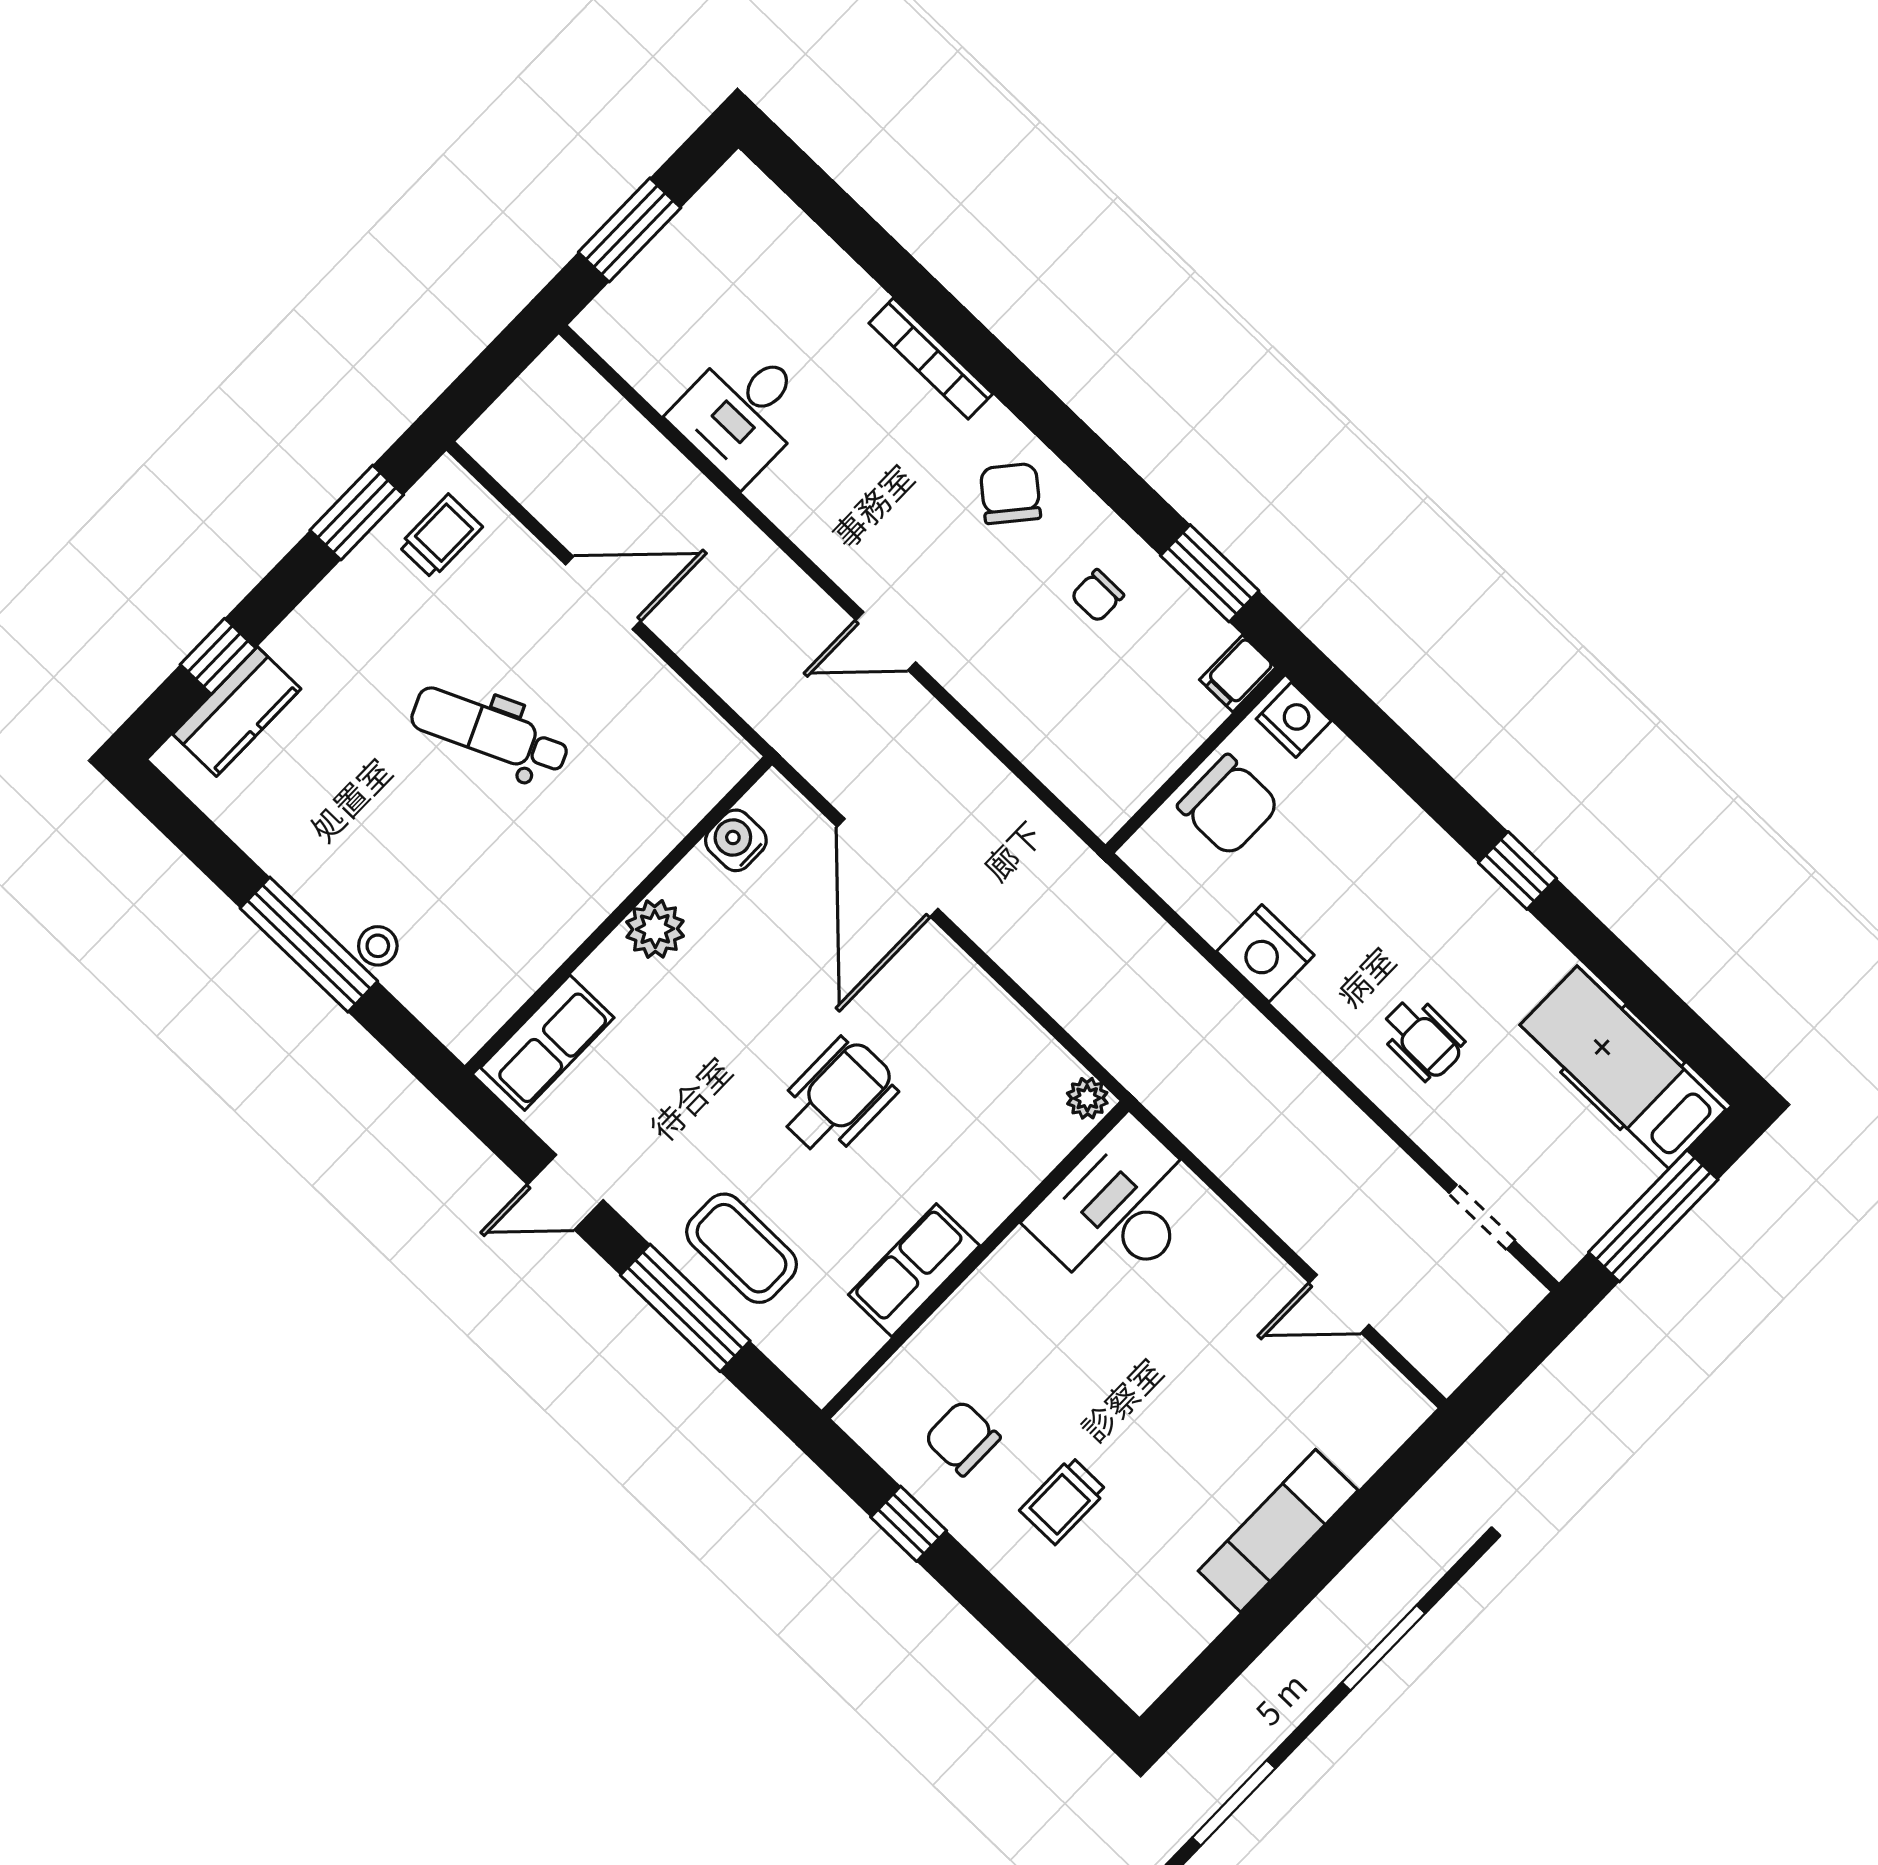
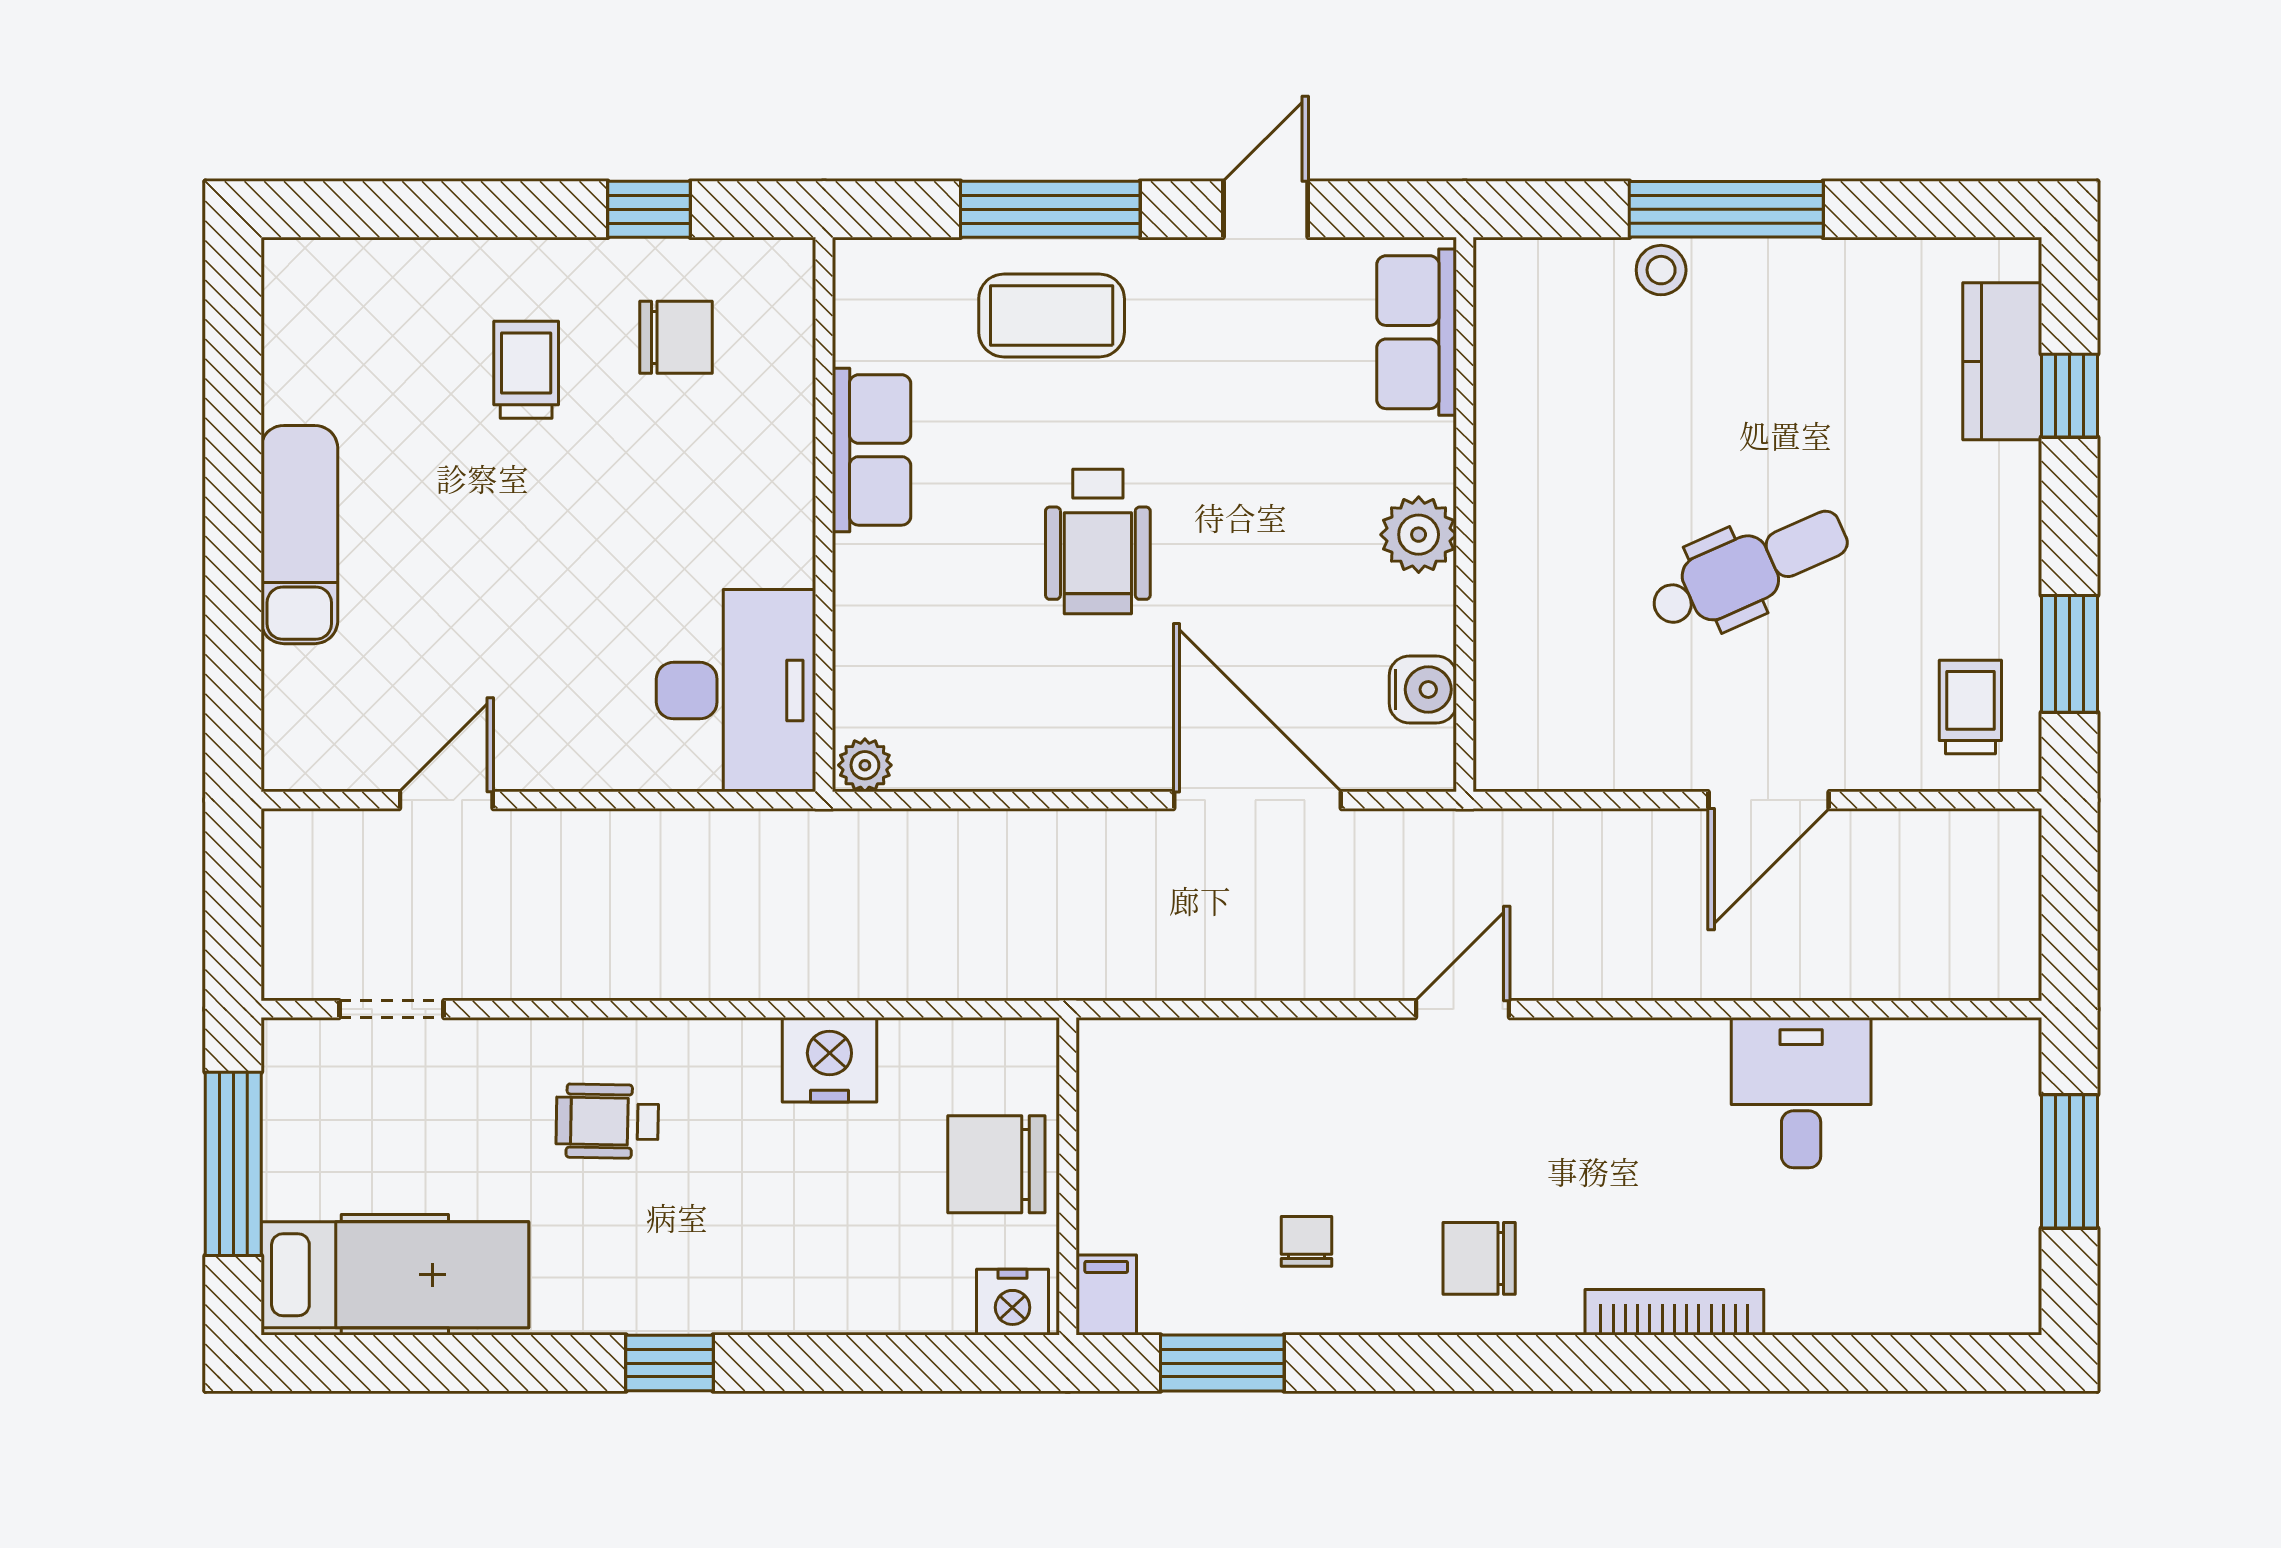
chair: (1010, 493) -> (1479, 1258), turned 140
trolley: (440, 536) -> (1970, 707), turned 180

